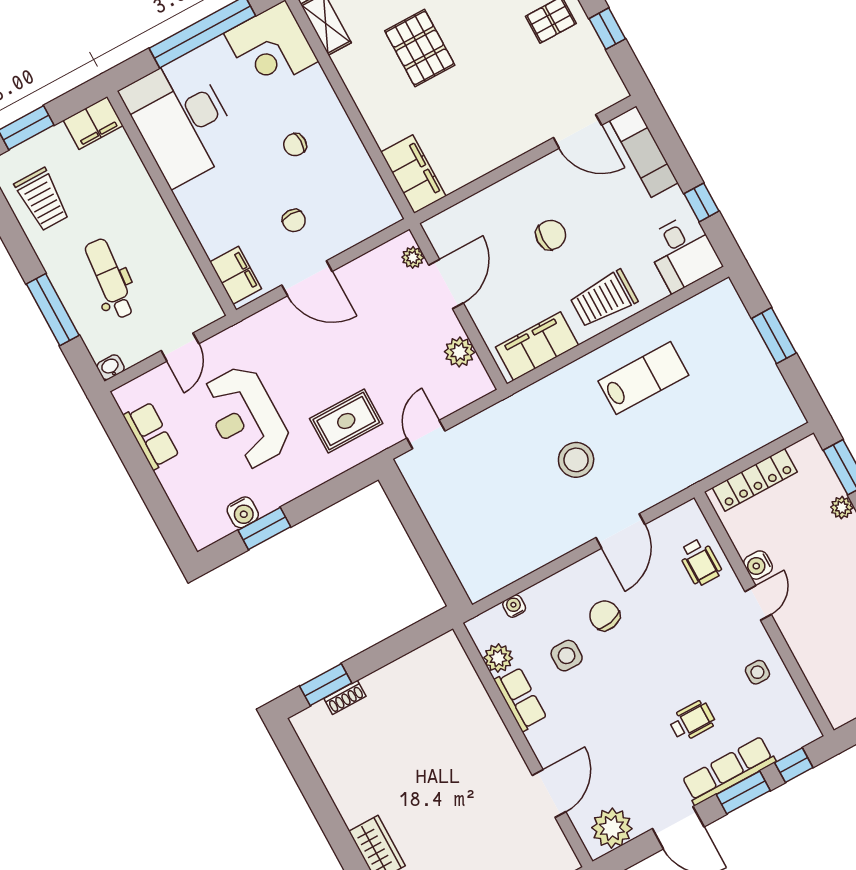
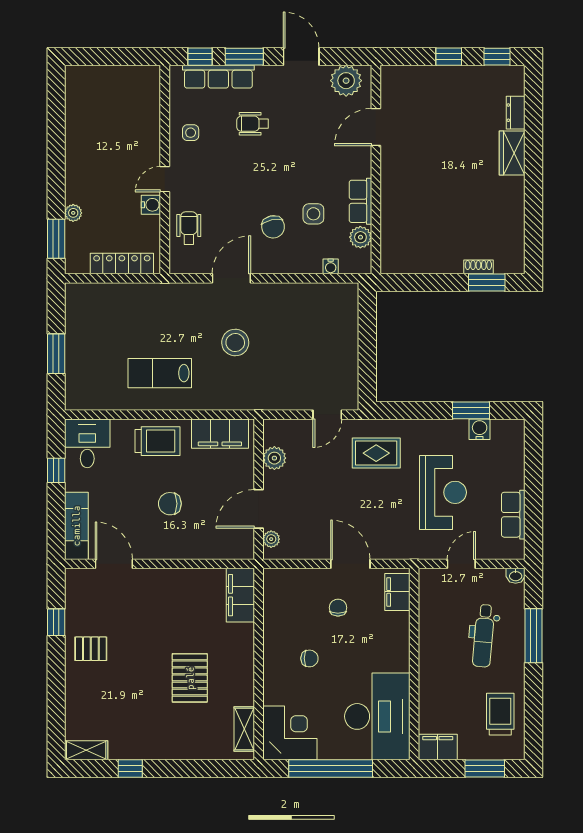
row of seats: (729, 771) -> (218, 77), moved

